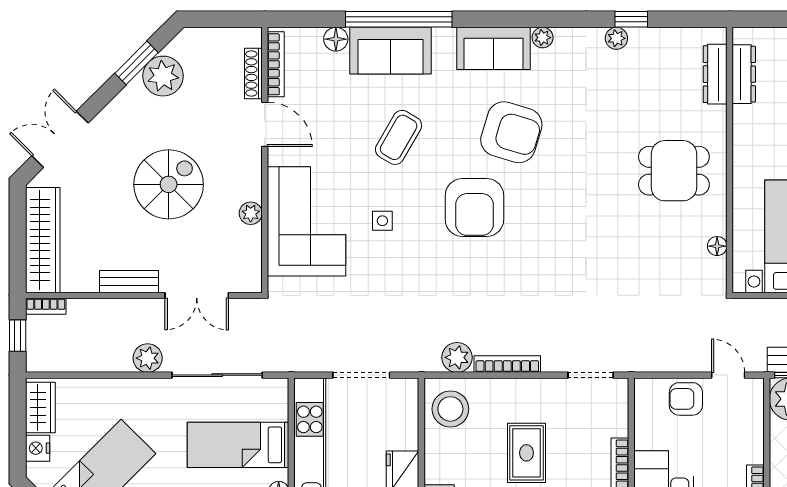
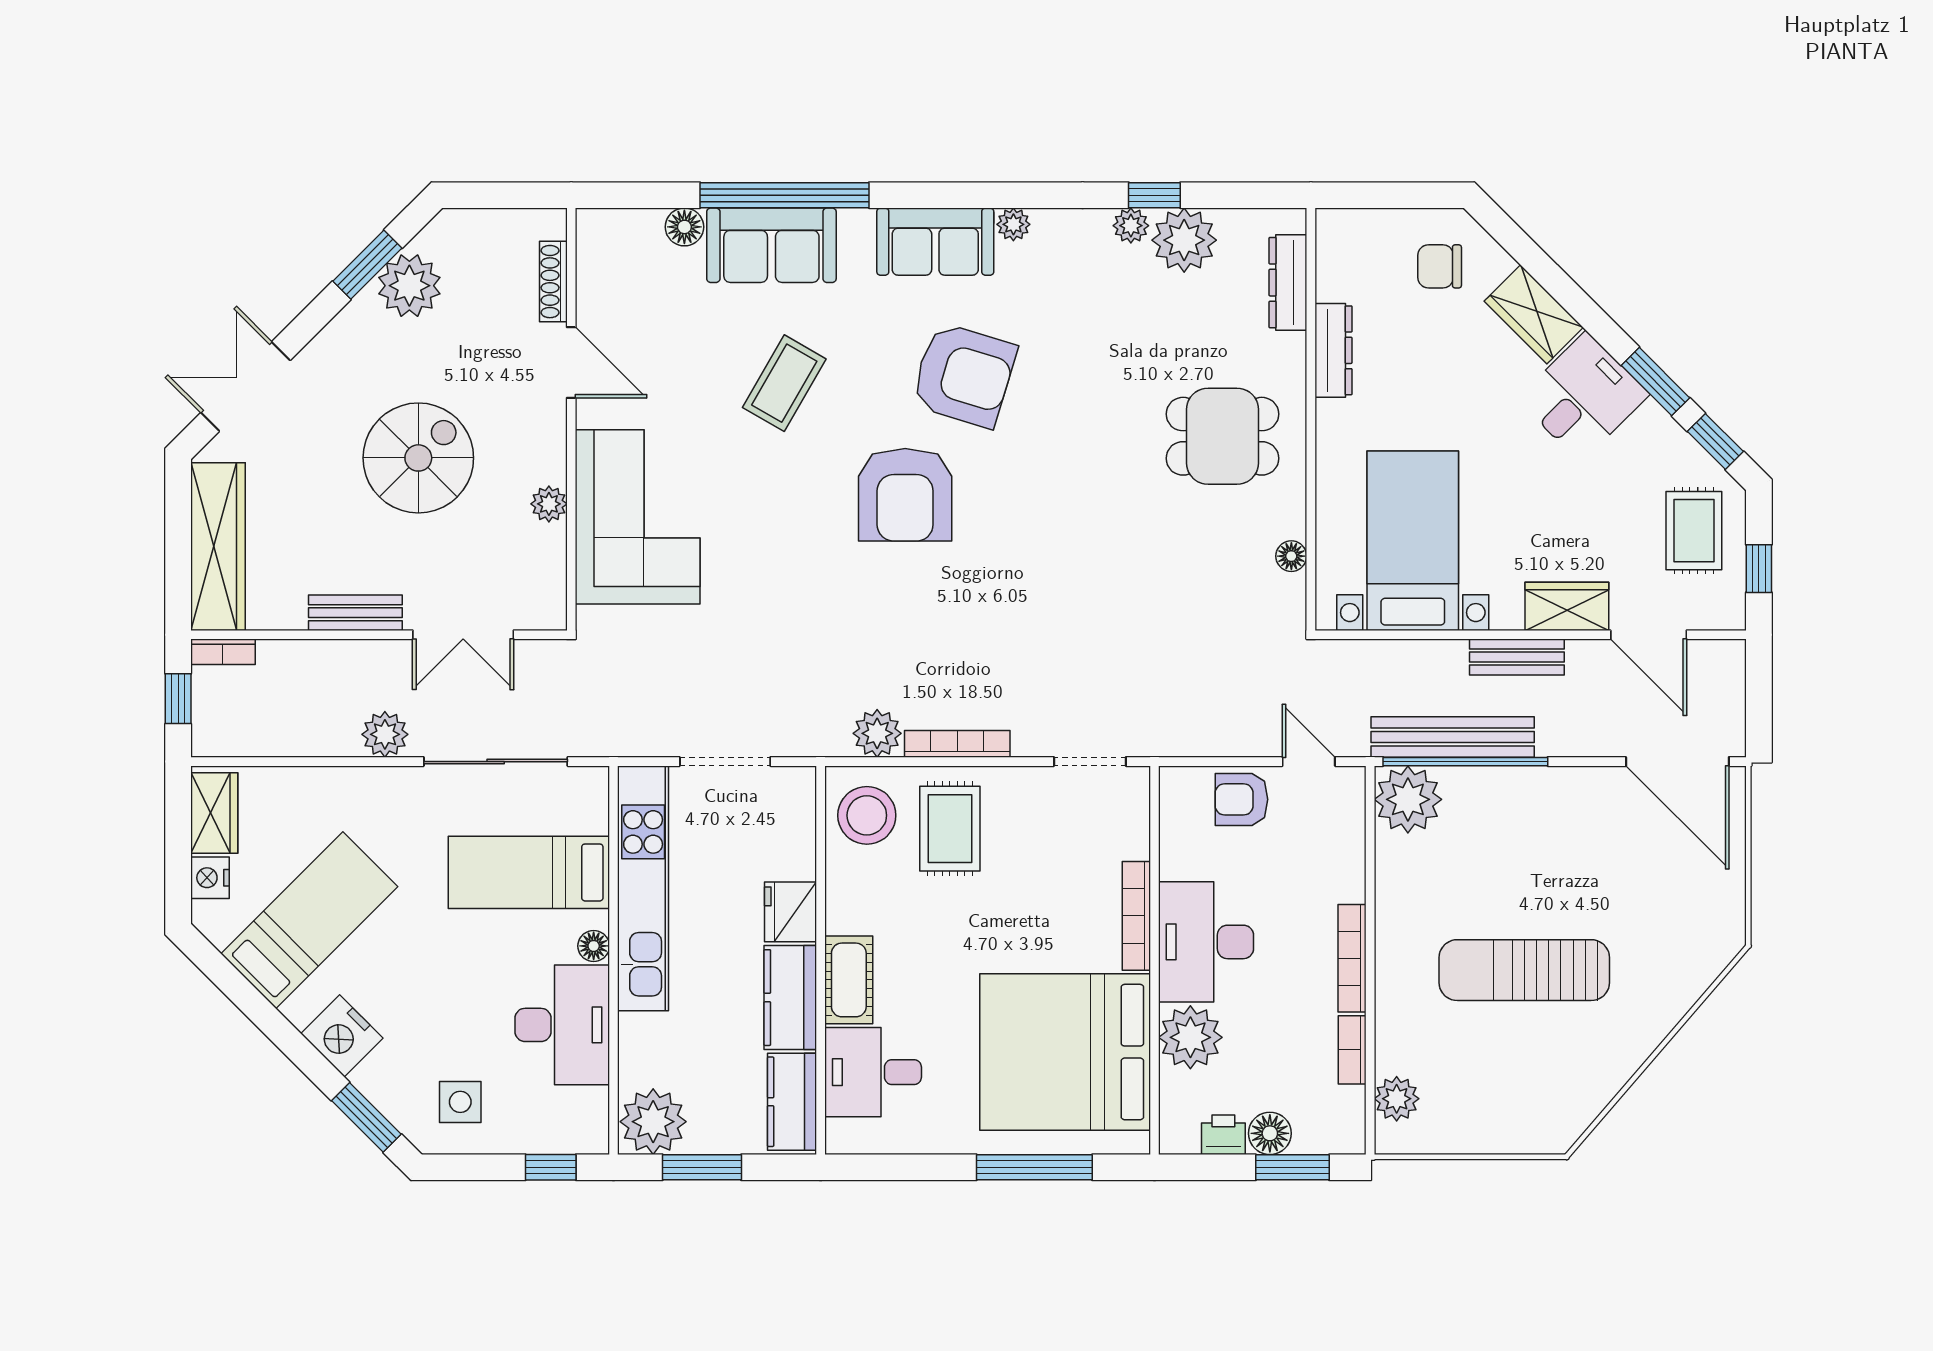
plant: (650, 47) -> (1184, 240), added
bookcase: (276, 64) -> (589, 267), removed
dresser: (744, 74) -> (1334, 350), moved
side table: (382, 221) -> (758, 516), removed
rug: (526, 453) -> (950, 829), moved

